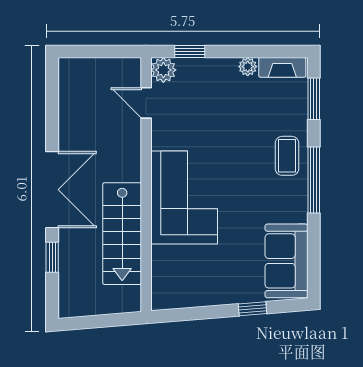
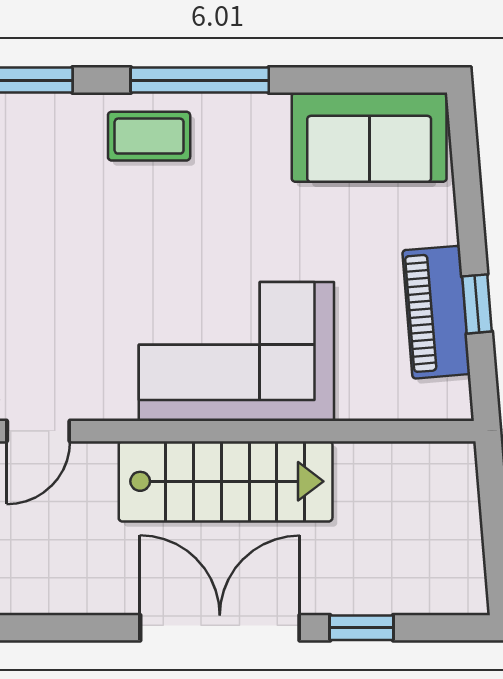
stairs: (122, 234) -> (226, 481), moved
piano: (203, 293) -> (436, 312), added
window: (252, 309) -> (477, 304), moved

